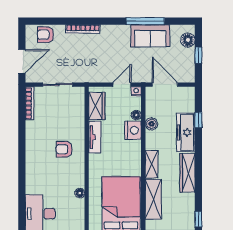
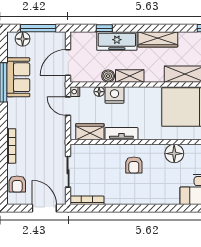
window: (198, 55) -> (38, 28), width x2.17
shelving: (152, 164) -> (130, 76), moved
floor lamp: (80, 193) -> (174, 154), width x1.89, depth x1.89

